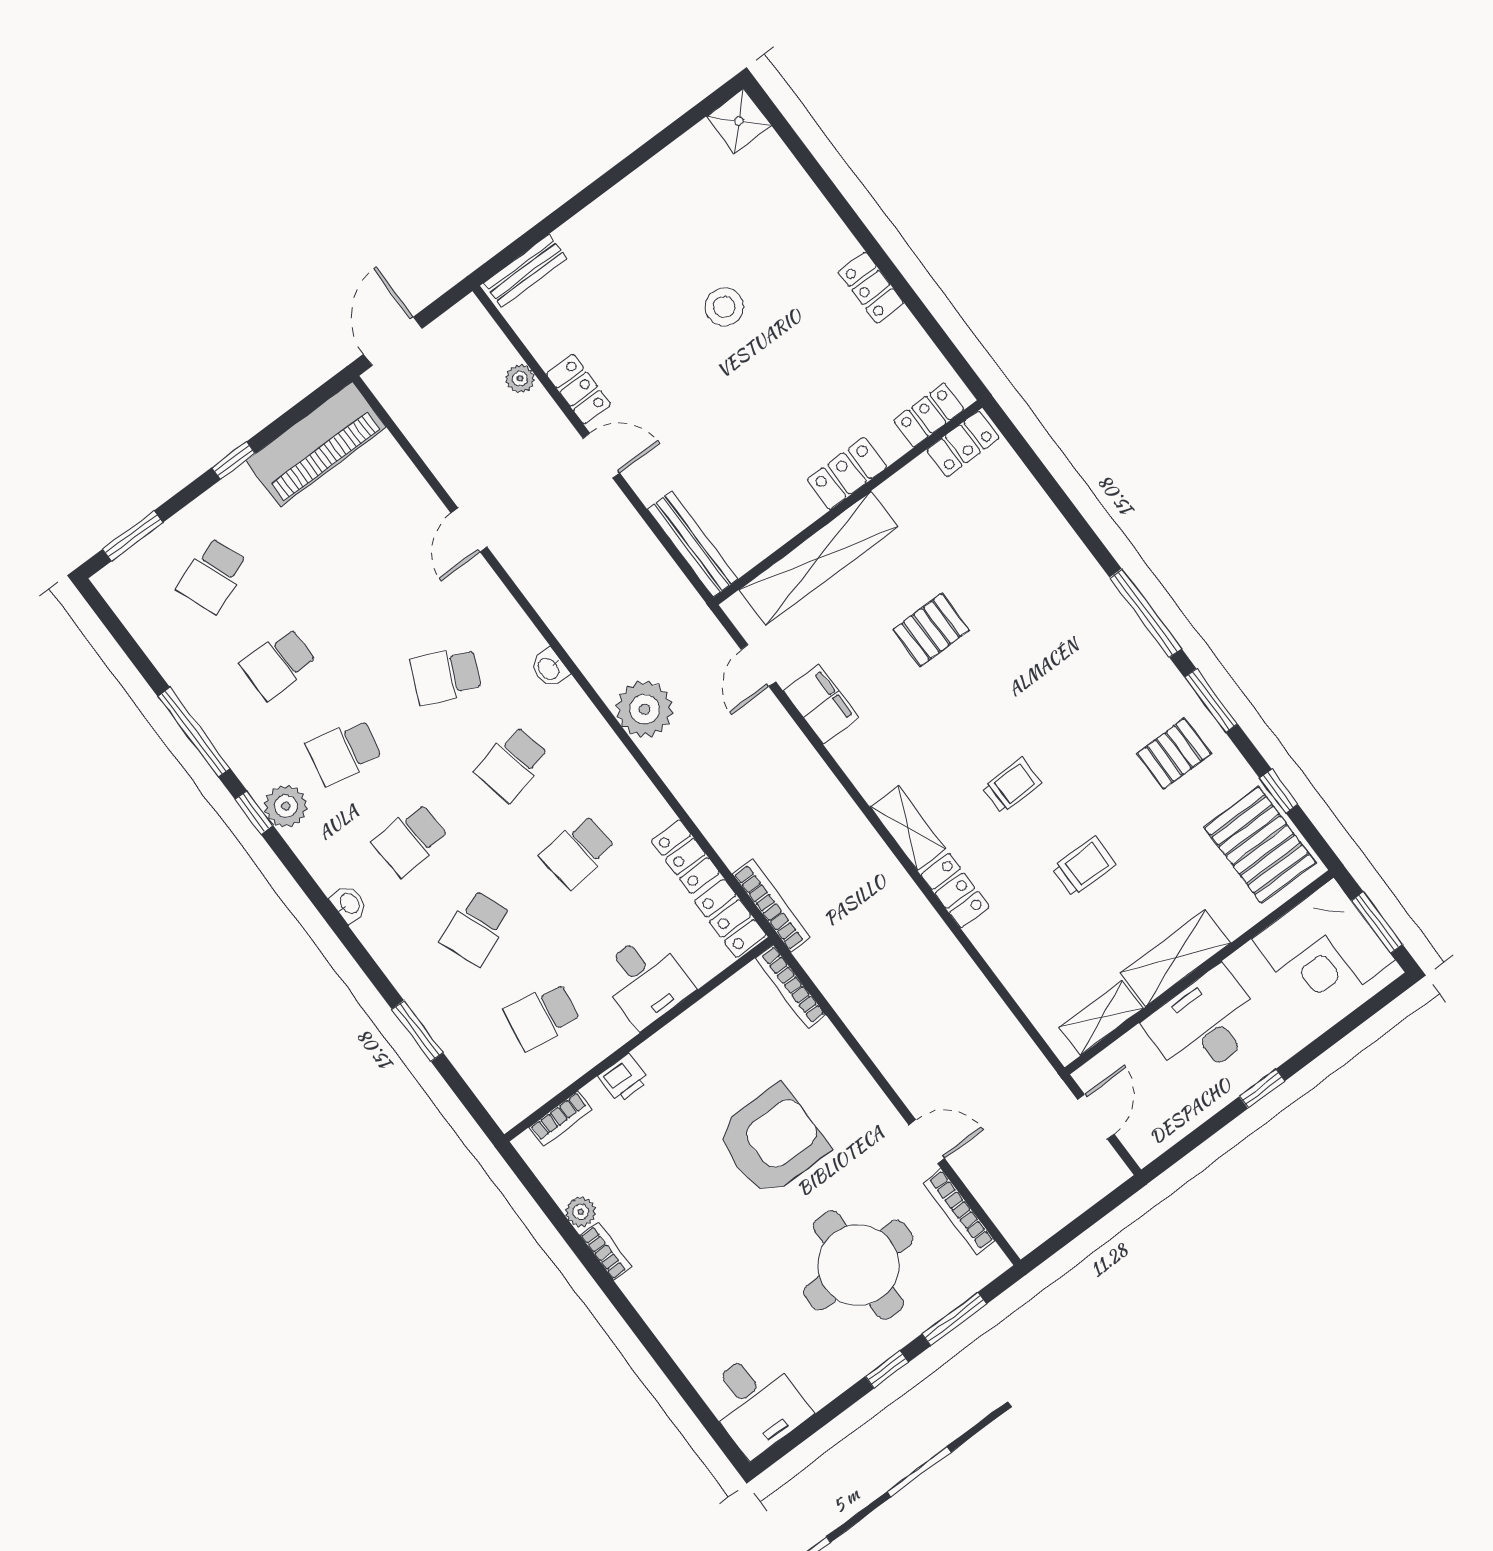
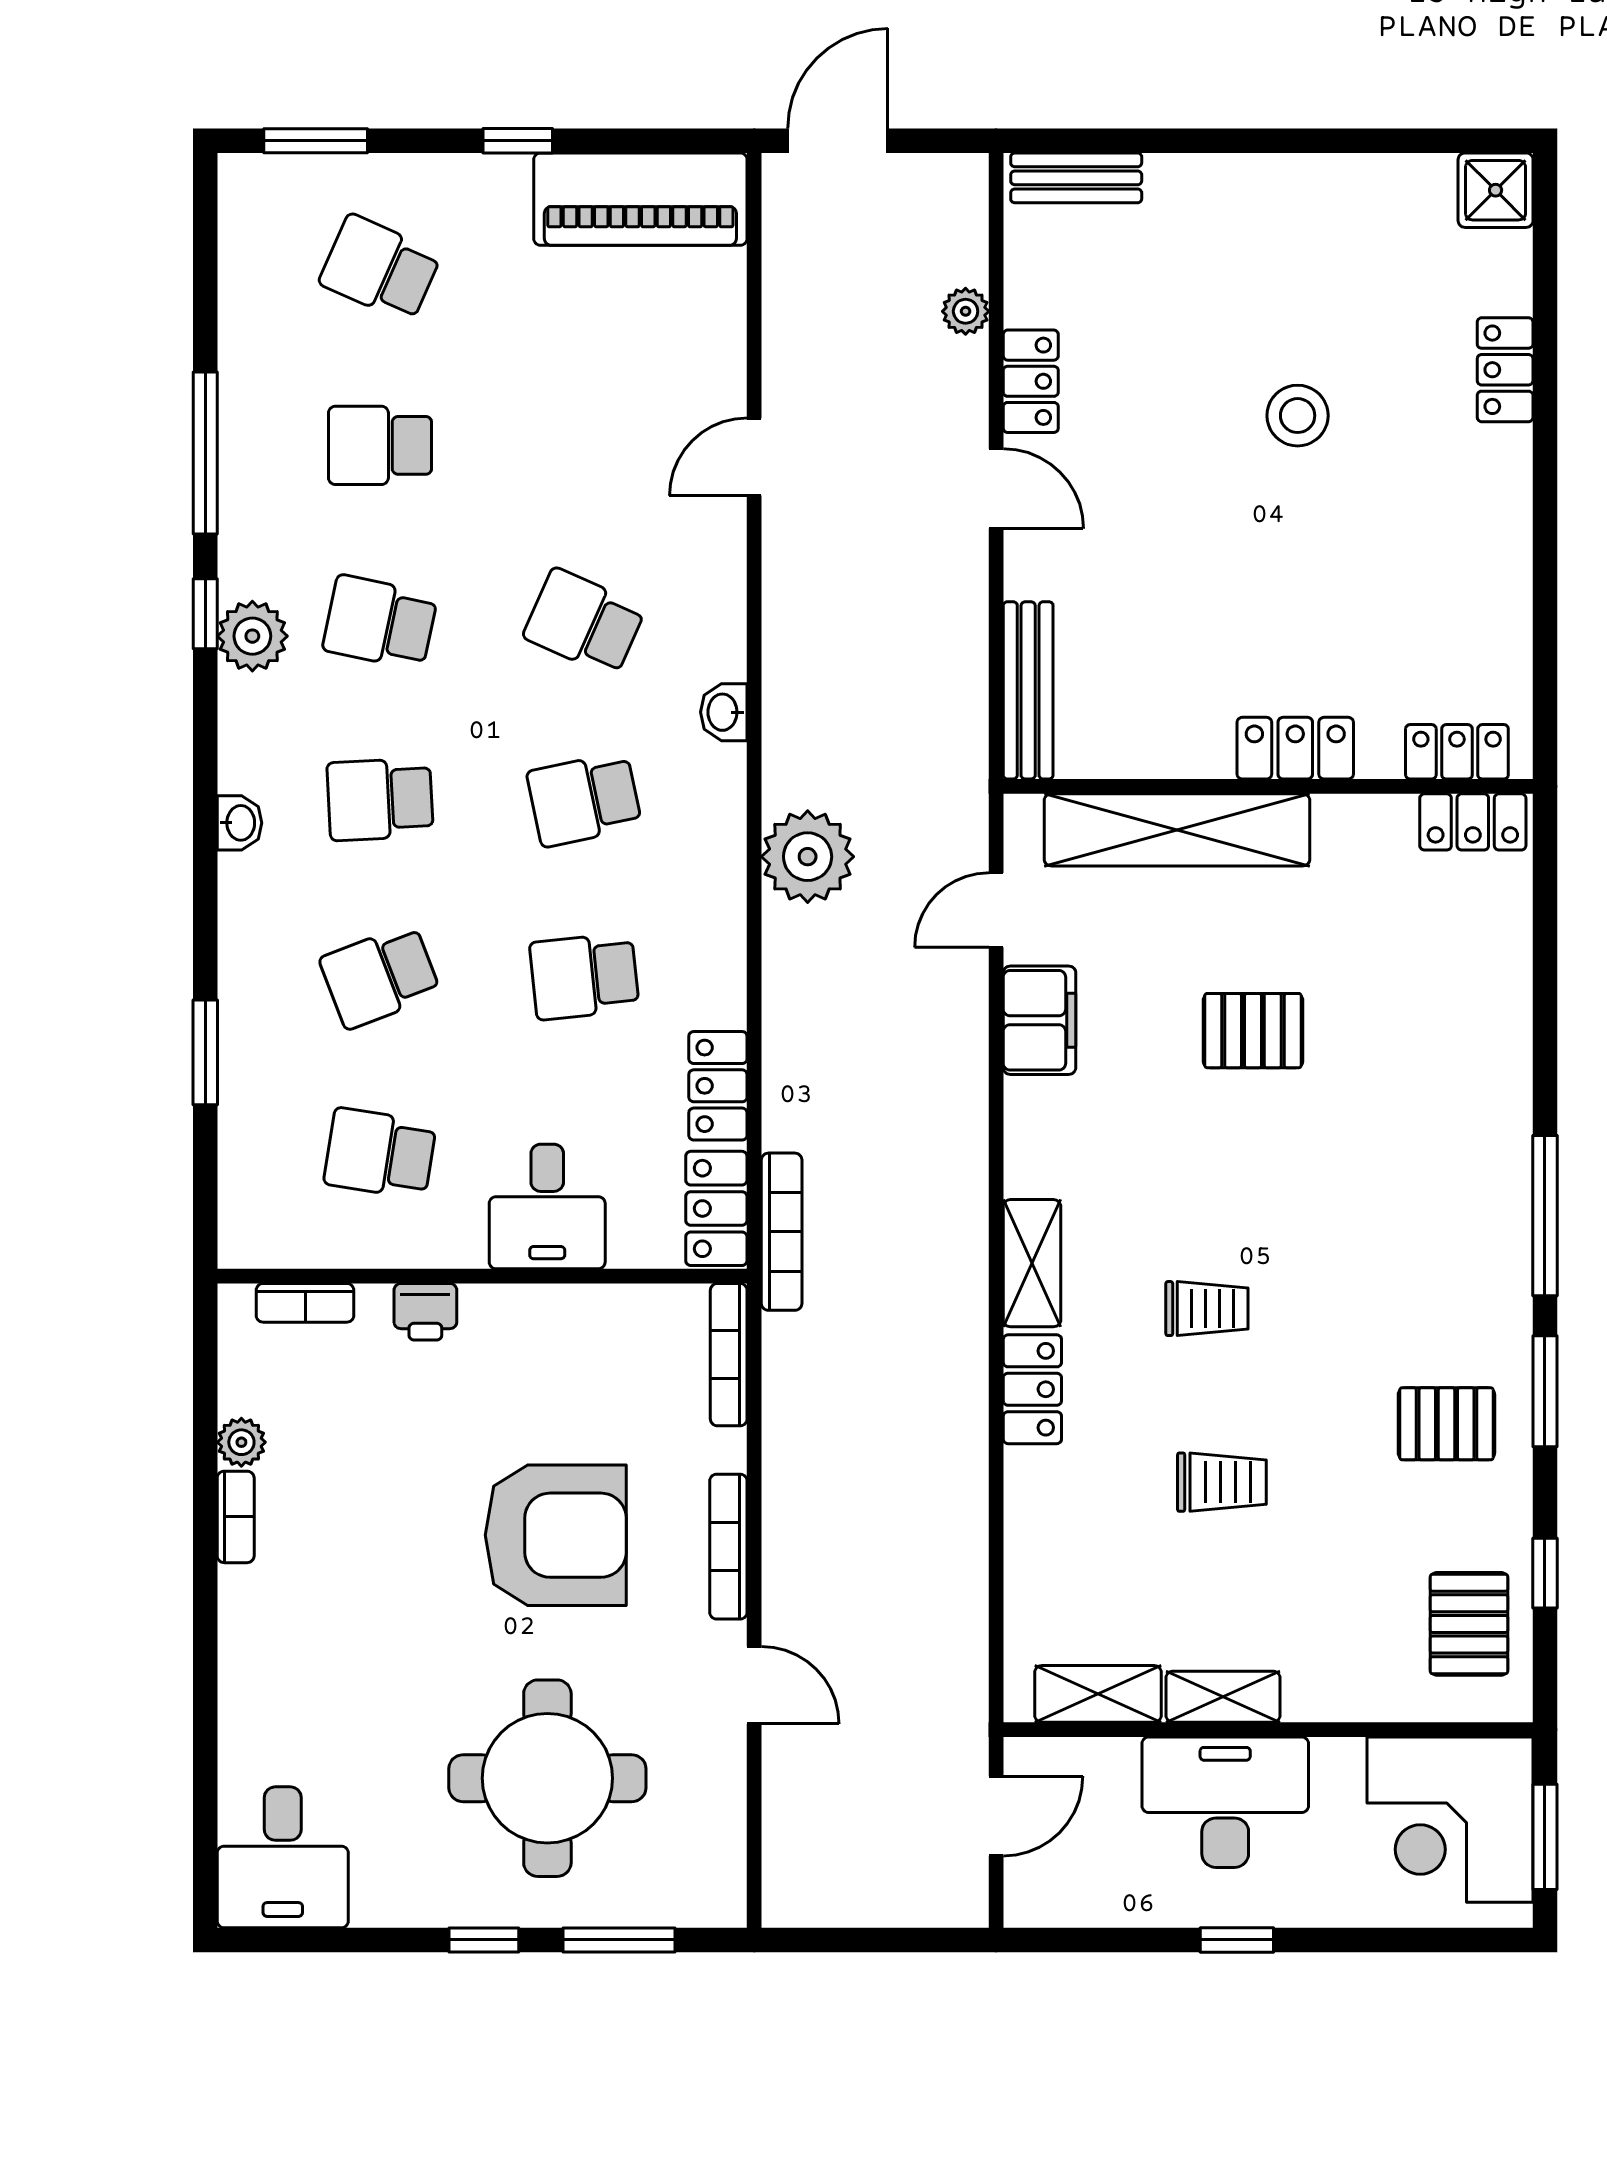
locker: (871, 288) -> (1505, 370), moved
school desk: (212, 575) -> (380, 268), turned 45
pallet: (1260, 845) -> (1469, 1624), width x0.67, depth x0.71
shelving: (1175, 958) -> (1223, 1697), width x0.67, depth x0.75
bookcase: (959, 1212) -> (728, 1547), moved

